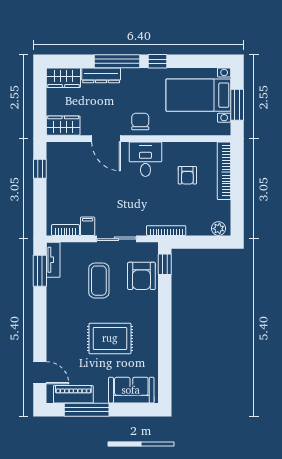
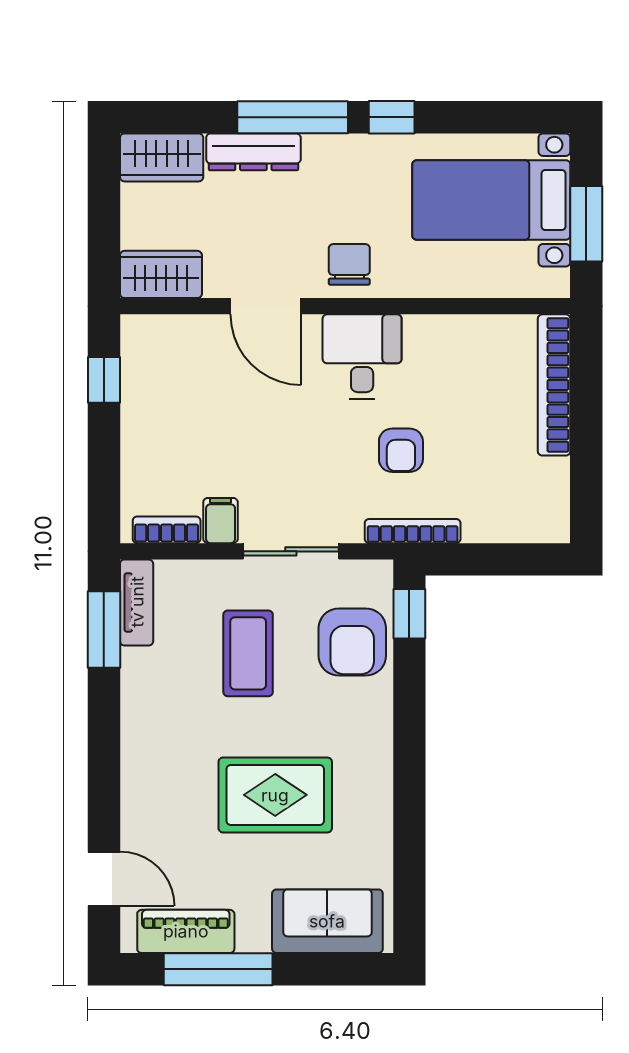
armchair: (187, 175) -> (401, 450), moved
plant: (219, 229) -> (541, 526), removed

